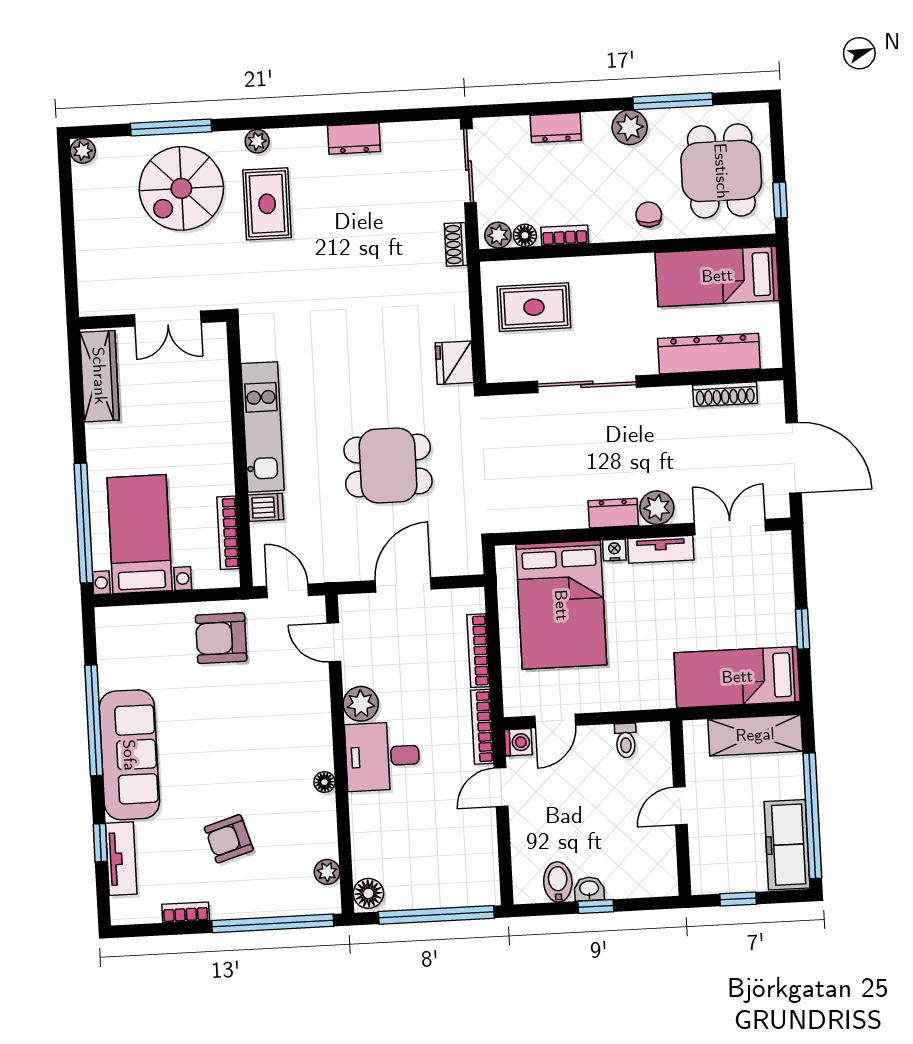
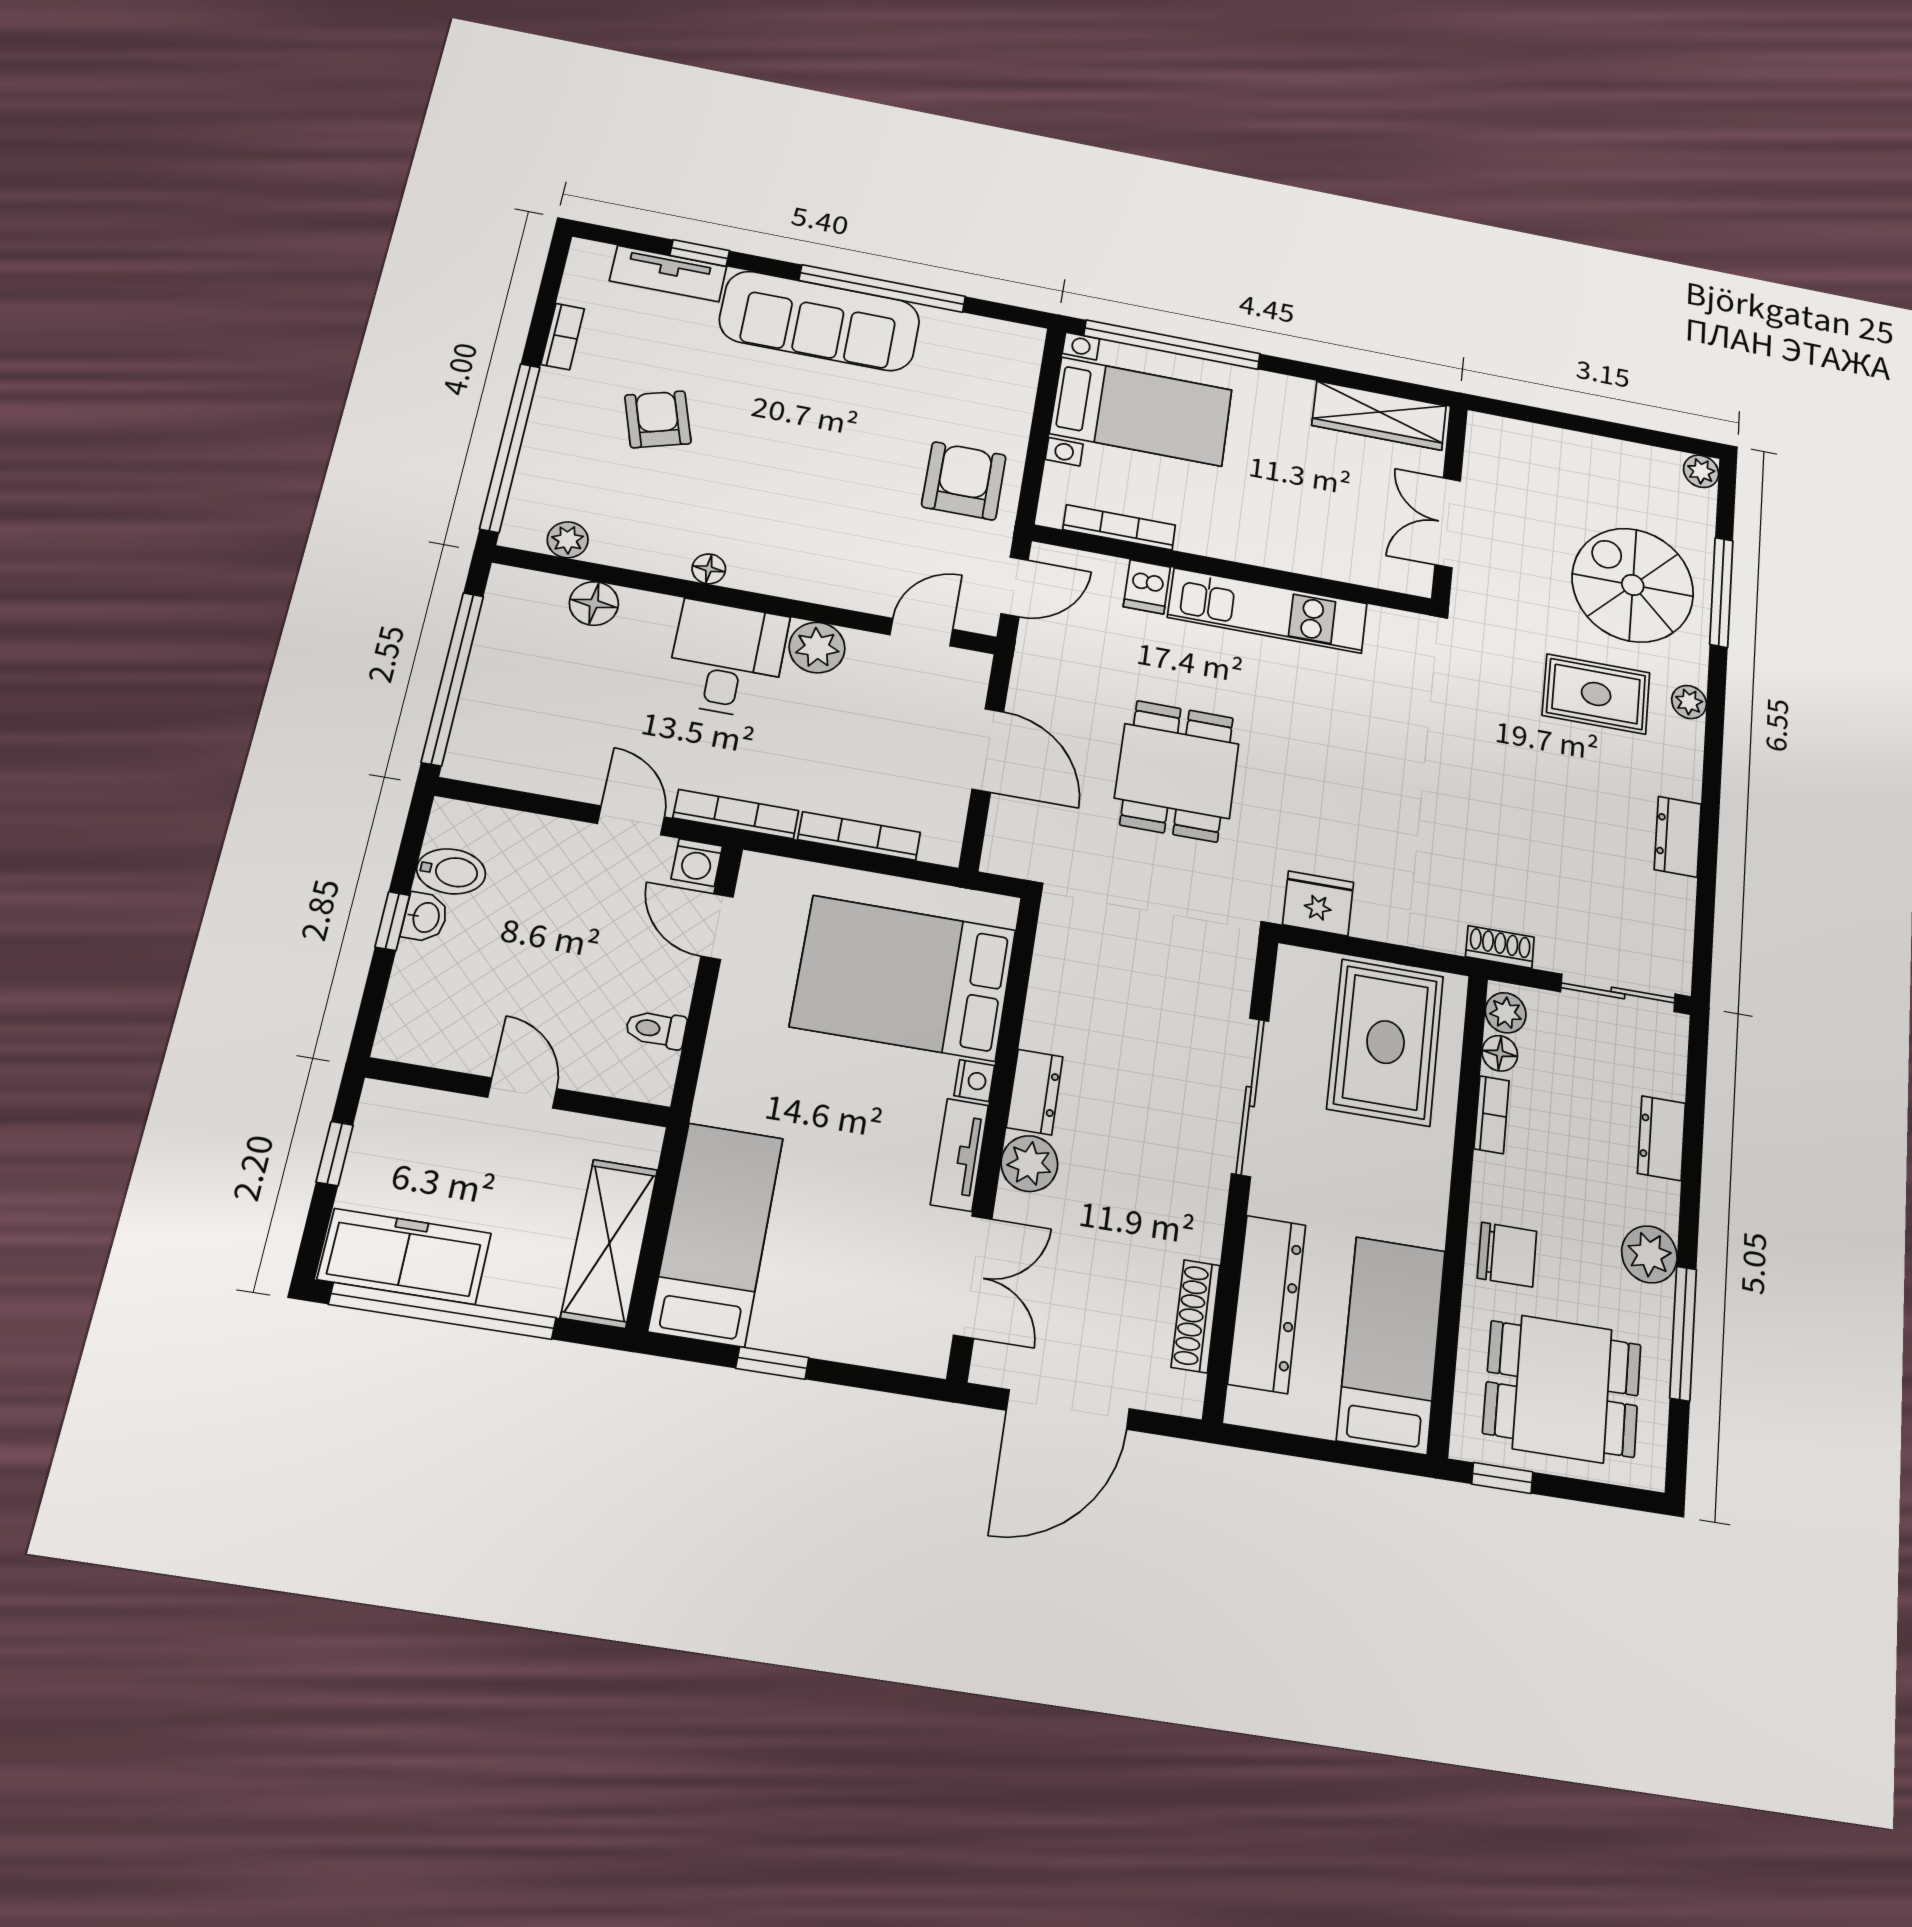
chair: (649, 215) -> (1507, 1255), width x1.37, depth x1.37
rug: (534, 307) -> (1386, 1042), width x1.36, depth x1.43
floor lamp: (368, 893) -> (594, 603), moved

